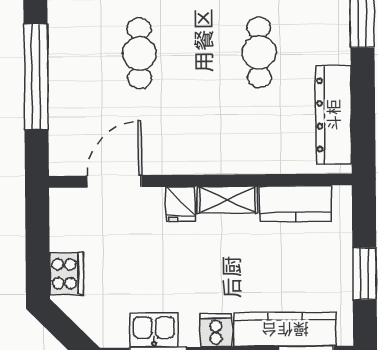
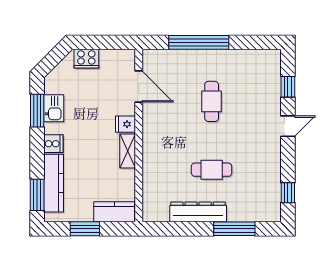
cafe table: (139, 53) -> (212, 101), turned 90
dresser: (334, 115) -> (198, 212), moved
kitchen counter: (296, 204) -> (114, 212), moved, turned 90

